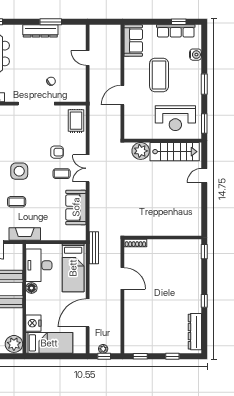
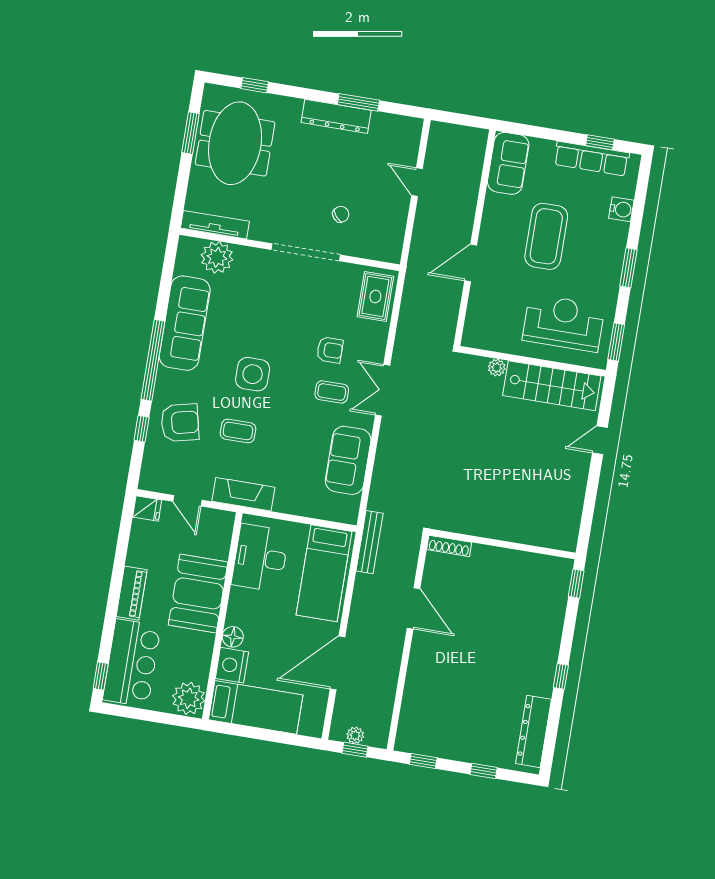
reception desk: (175, 118) -> (563, 323), turned 180
plant: (141, 151) -> (497, 368), width x0.53, depth x0.53
floor lamp: (31, 288) -> (233, 637), moved

